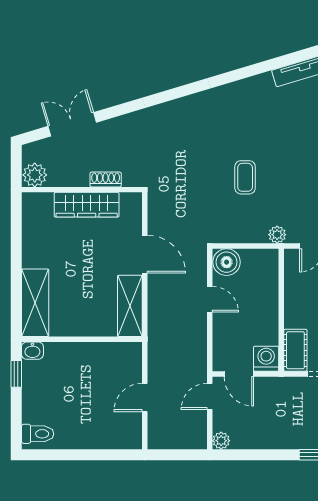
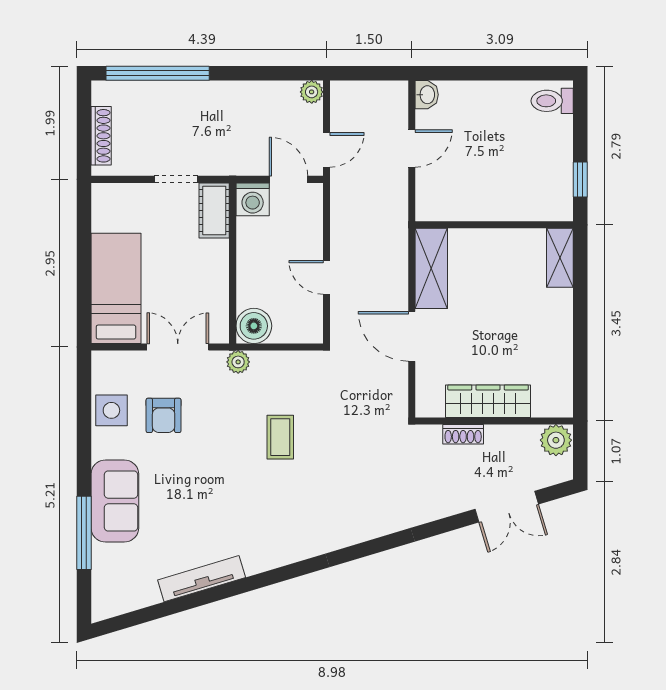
boiler: (227, 262) -> (254, 326), moved
shelving: (35, 303) -> (560, 258), width x0.67, depth x0.75
washbasin: (32, 351) -> (427, 95), moved, turned 90

